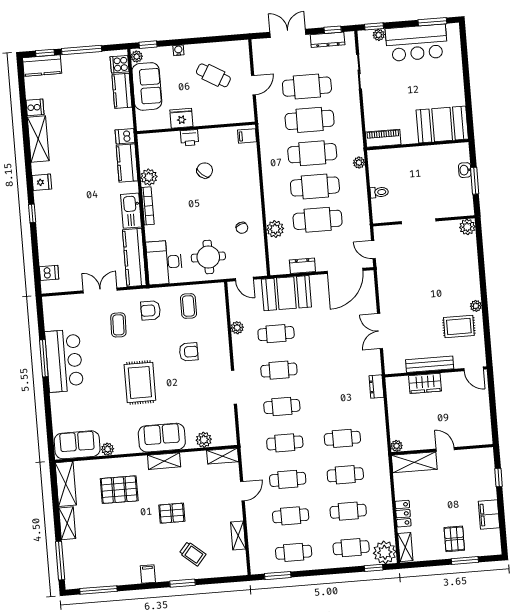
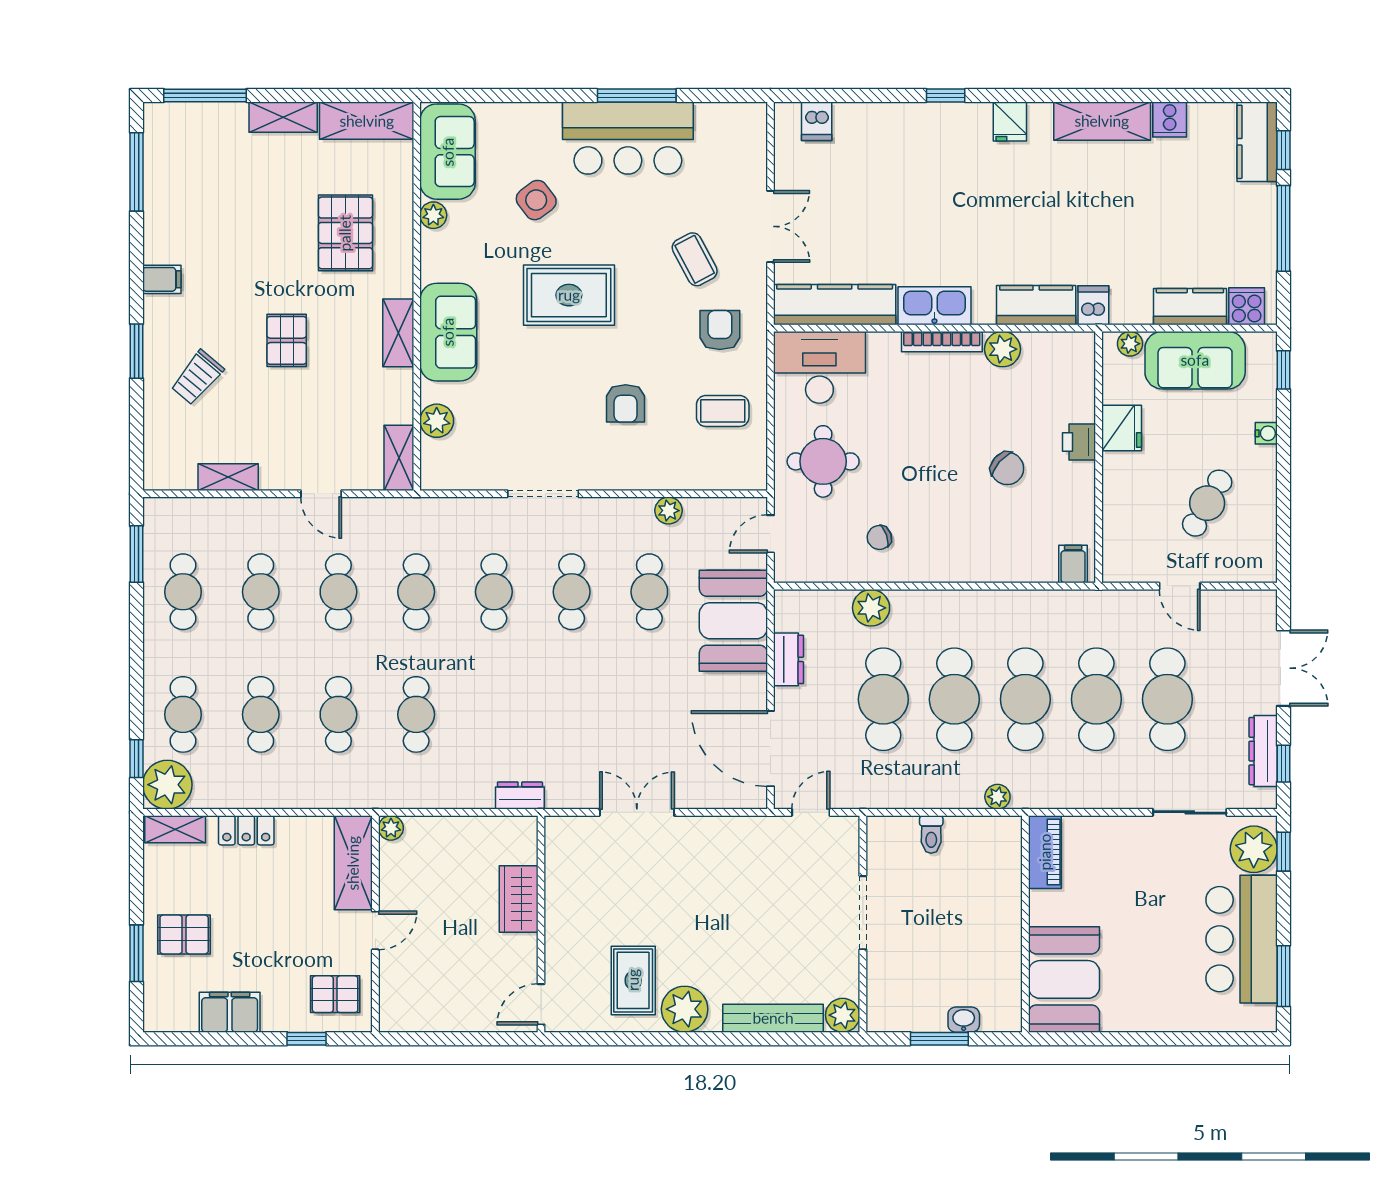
plant: (379, 35) -> (1254, 849), width x1.87, depth x1.87
plant: (137, 57) -> (1130, 344), moved
plant: (476, 306) -> (685, 1009), width x1.88, depth x1.88
coffee table: (118, 325) -> (695, 259), turned 60
bench: (430, 364) -> (773, 1018), moved, turned 90
side table: (97, 401) -> (536, 200), added
pallet: (477, 466) -> (335, 994), added

